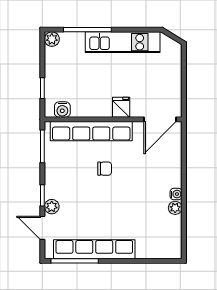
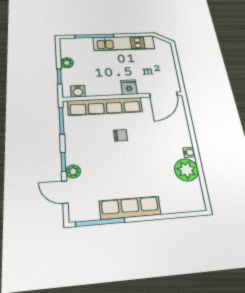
plant: (52, 39) -> (67, 63), moved
plant: (175, 208) -> (186, 170), width x1.88, depth x1.88
row of seats: (94, 249) -> (130, 208), width x0.73

